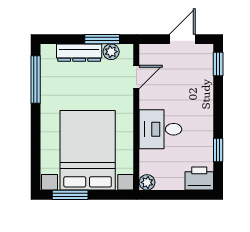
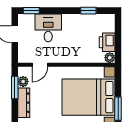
door: (136, 77) -> (40, 65), swing flipped
desk: (160, 129) -> (48, 28), moved, turned 180
printer: (199, 179) -> (107, 42), moved

